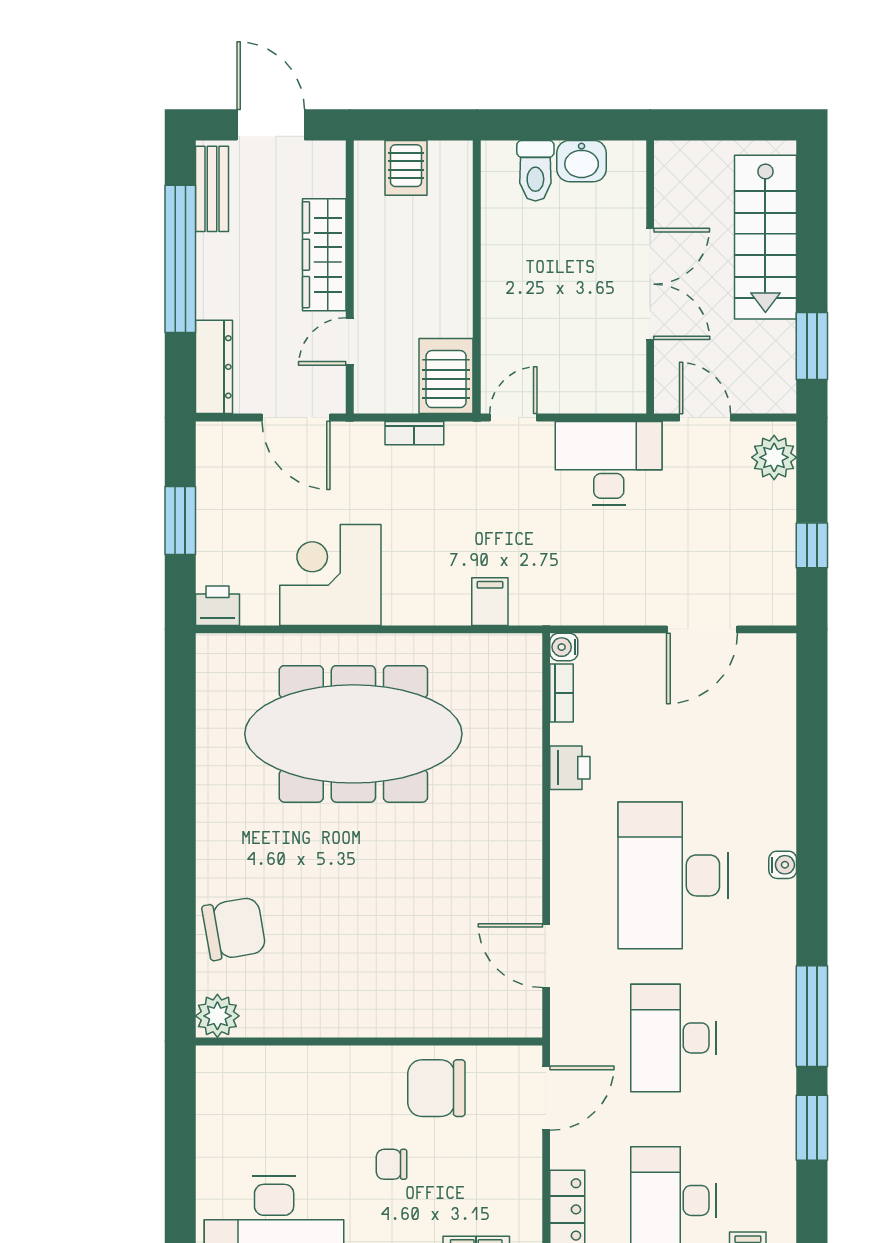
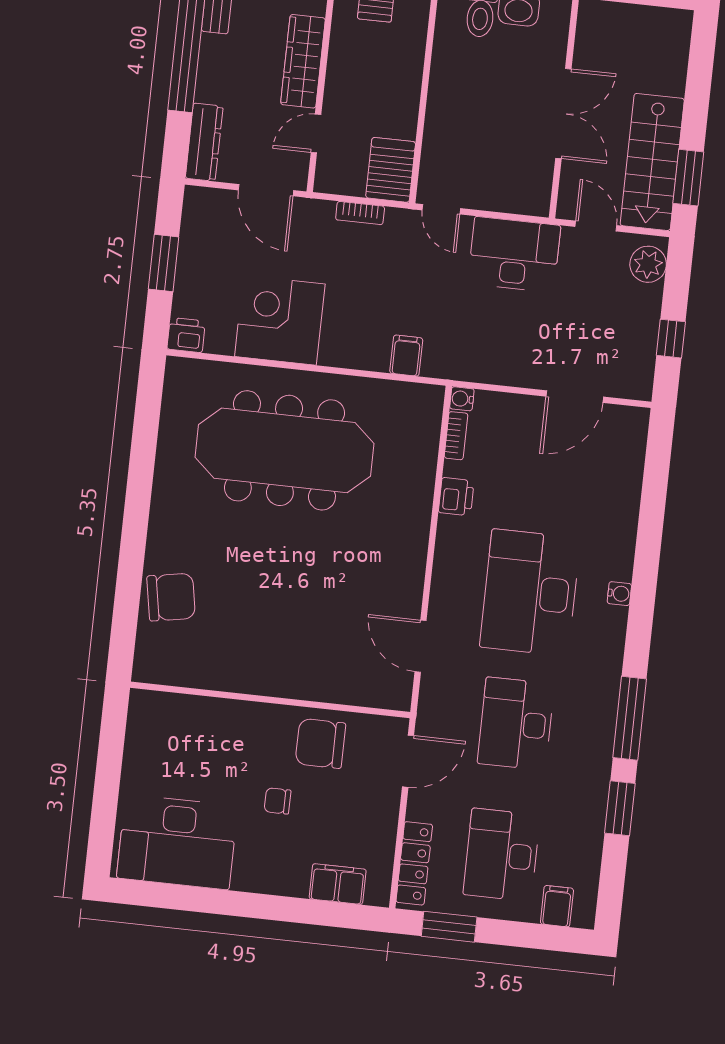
stairs: (765, 237) -> (652, 162), moved
door: (513, 418) -> (441, 209), swing flipped
plant: (217, 1016) -> (150, 666), removed

